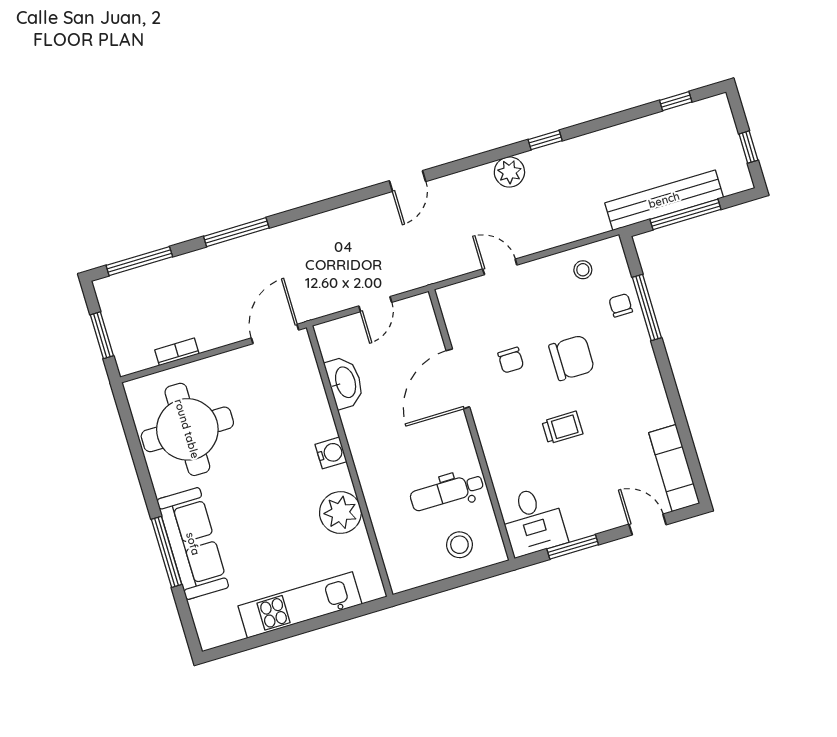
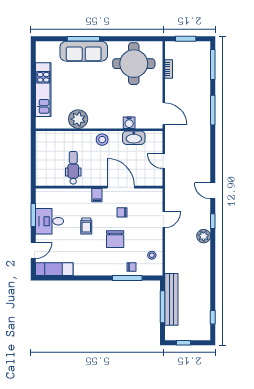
window: (545, 140) -> (213, 221), moved
filing cabinet: (490, 424) -> (97, 195), added
water cooler: (331, 453) -> (129, 123), moved
desk: (533, 521) -> (50, 221), moved
stool: (459, 545) -> (102, 140), moved

